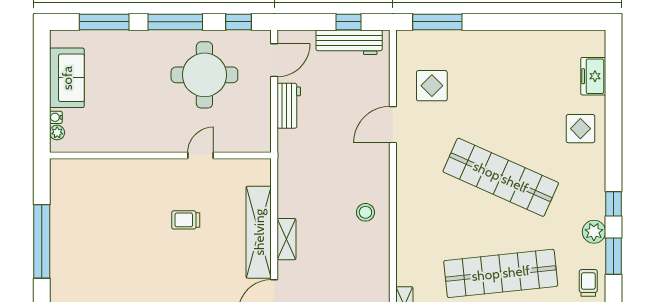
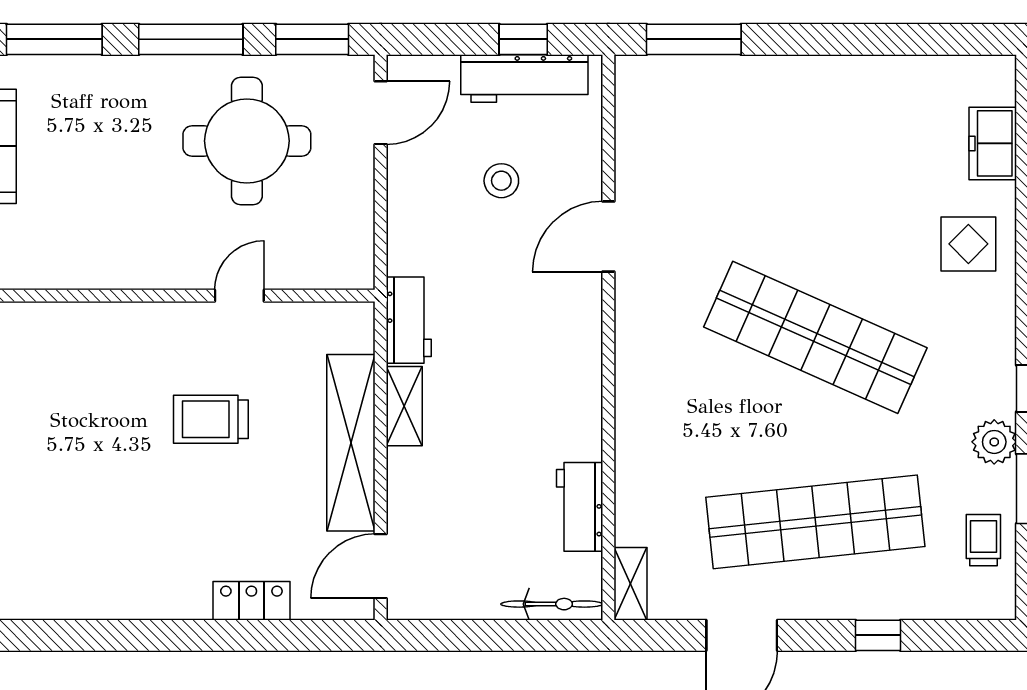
window: (238, 22) -> (312, 39), width x1.50
display table: (432, 86) -> (683, 162), removed
workbench: (289, 106) -> (409, 320), moved
stool: (365, 212) -> (501, 181), moved
trolley: (186, 220) -> (211, 419), width x1.36, depth x1.39
shelving: (286, 239) -> (404, 406), moved
workbench: (378, 266) -> (580, 507), added

